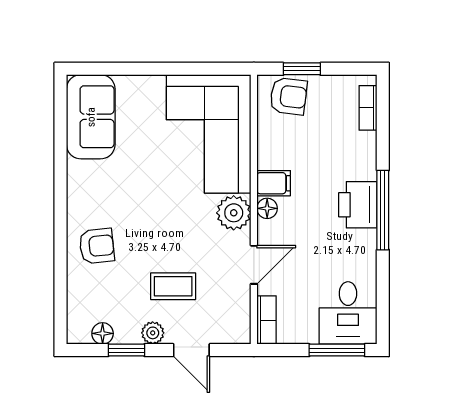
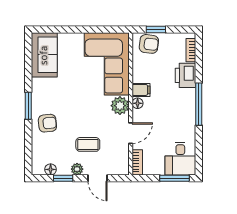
printer: (358, 205) -> (186, 75), moved
window: (61, 213) -> (28, 106), added

